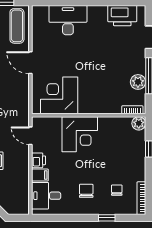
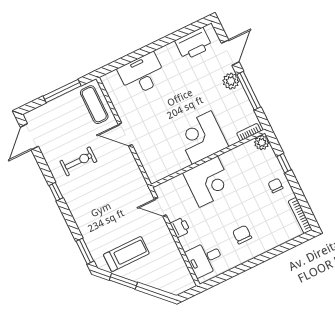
plant: (138, 82) -> (231, 81), moved
corner desk: (59, 95) -> (202, 137), moved
filing cabinet: (40, 175) -> (189, 241), removed
chair: (117, 190) -> (276, 186), moved
window: (107, 218) -> (275, 252), removed

